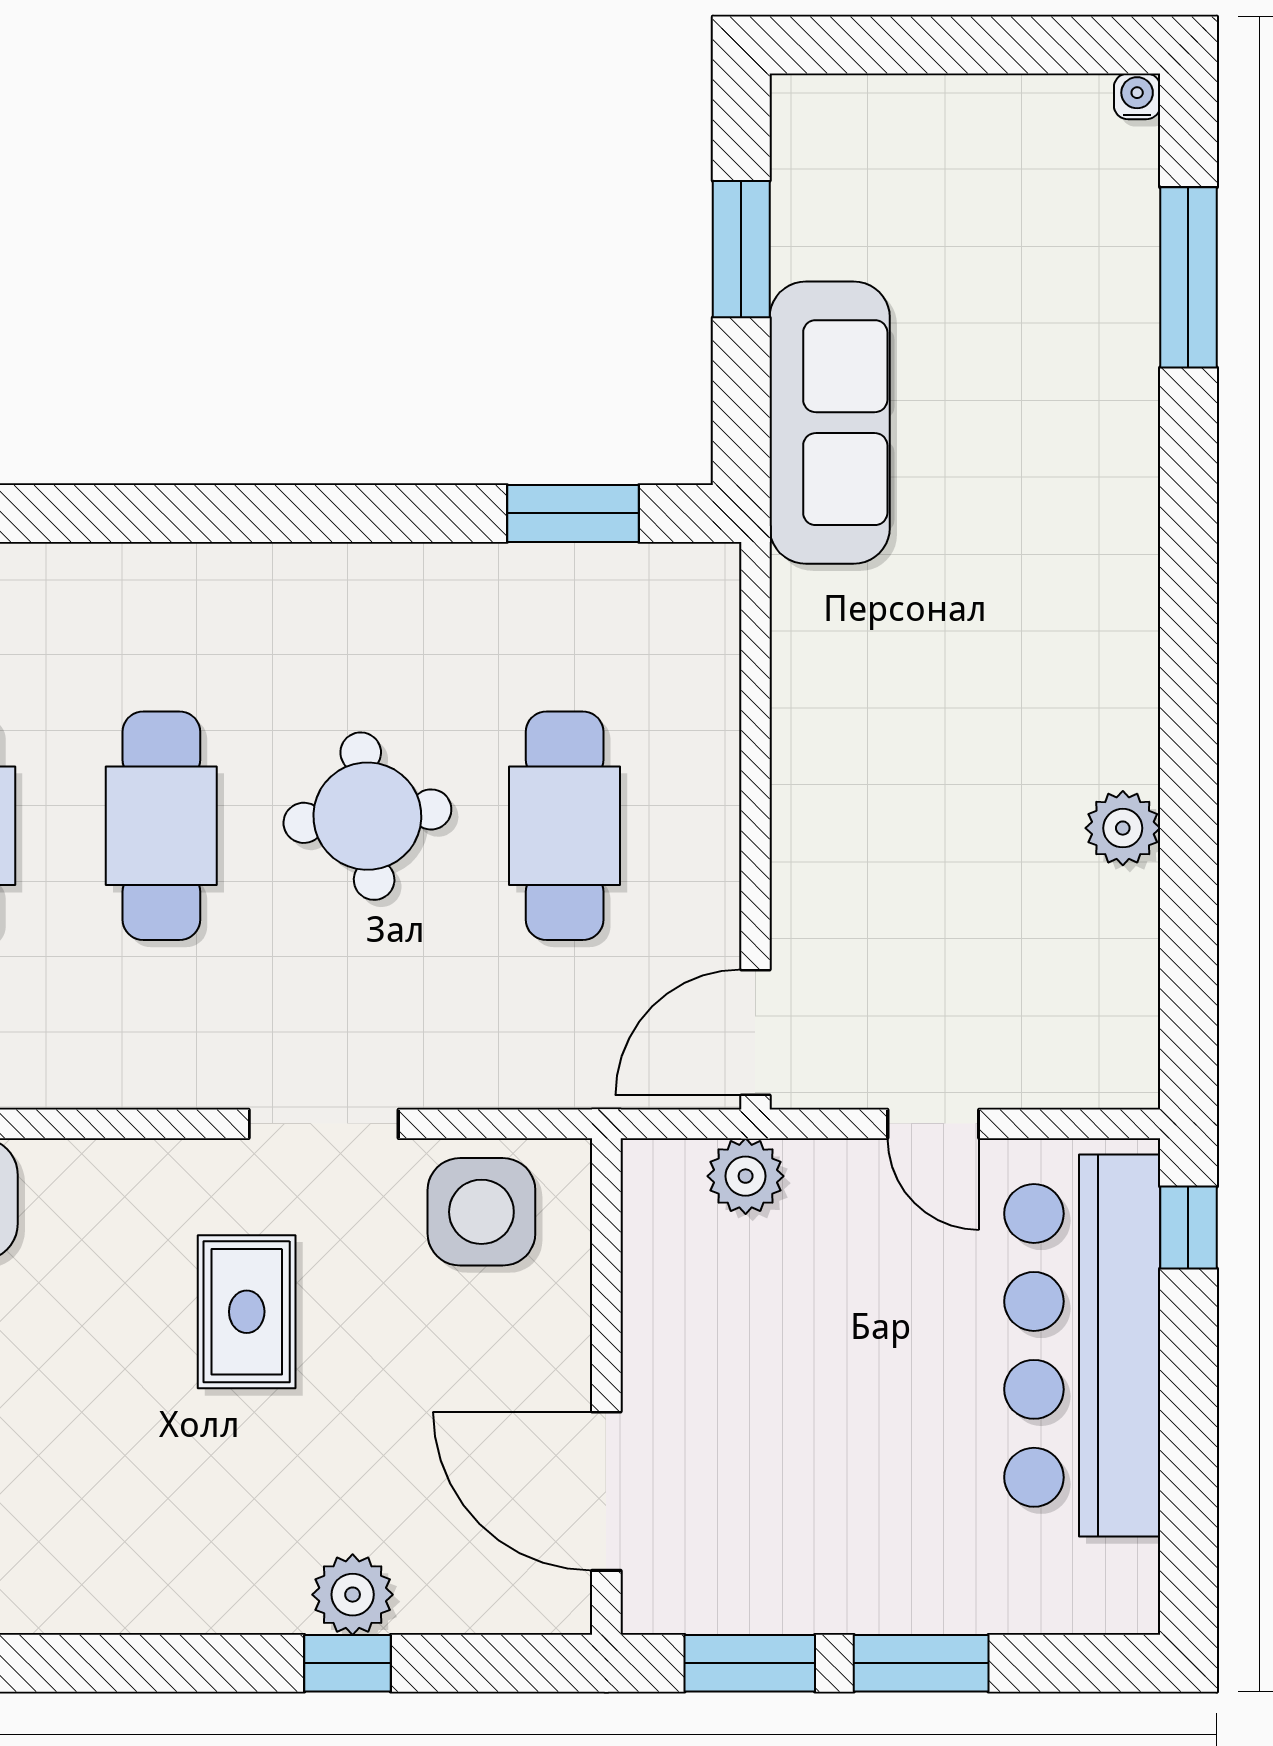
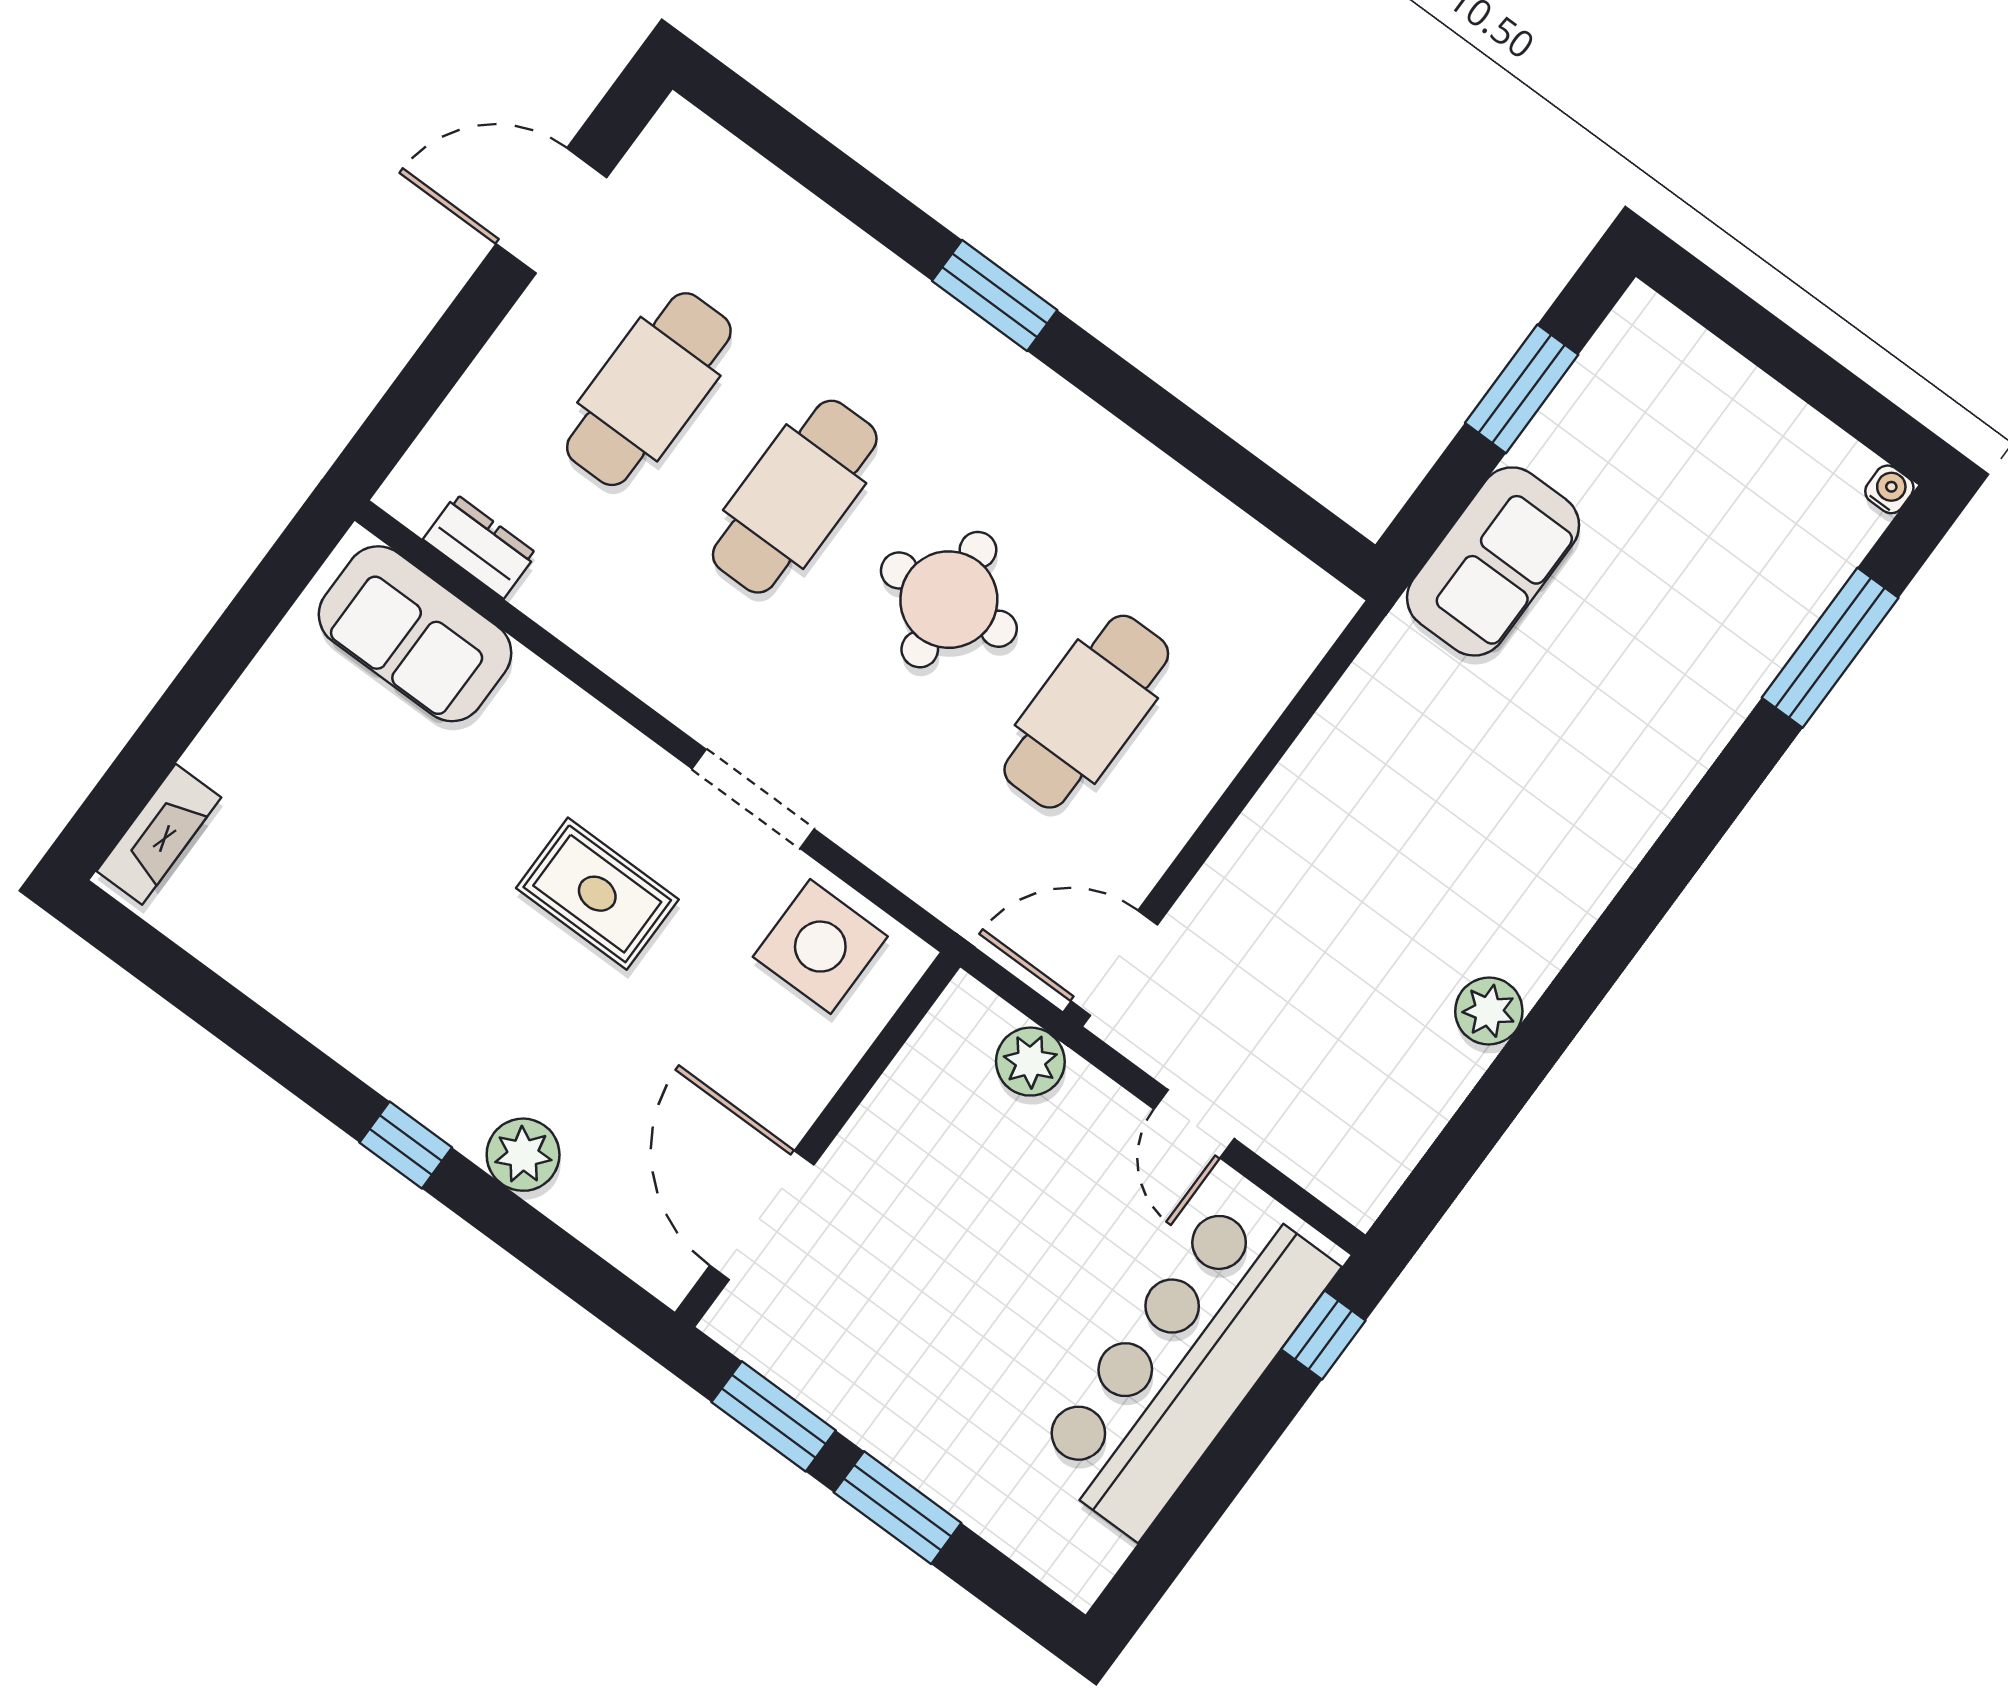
sofa: (830, 423) -> (1493, 561), width x0.73
window: (573, 513) -> (995, 295), moved
rug: (247, 1312) -> (597, 894), turned 90
window: (347, 1663) -> (406, 1145), moved

